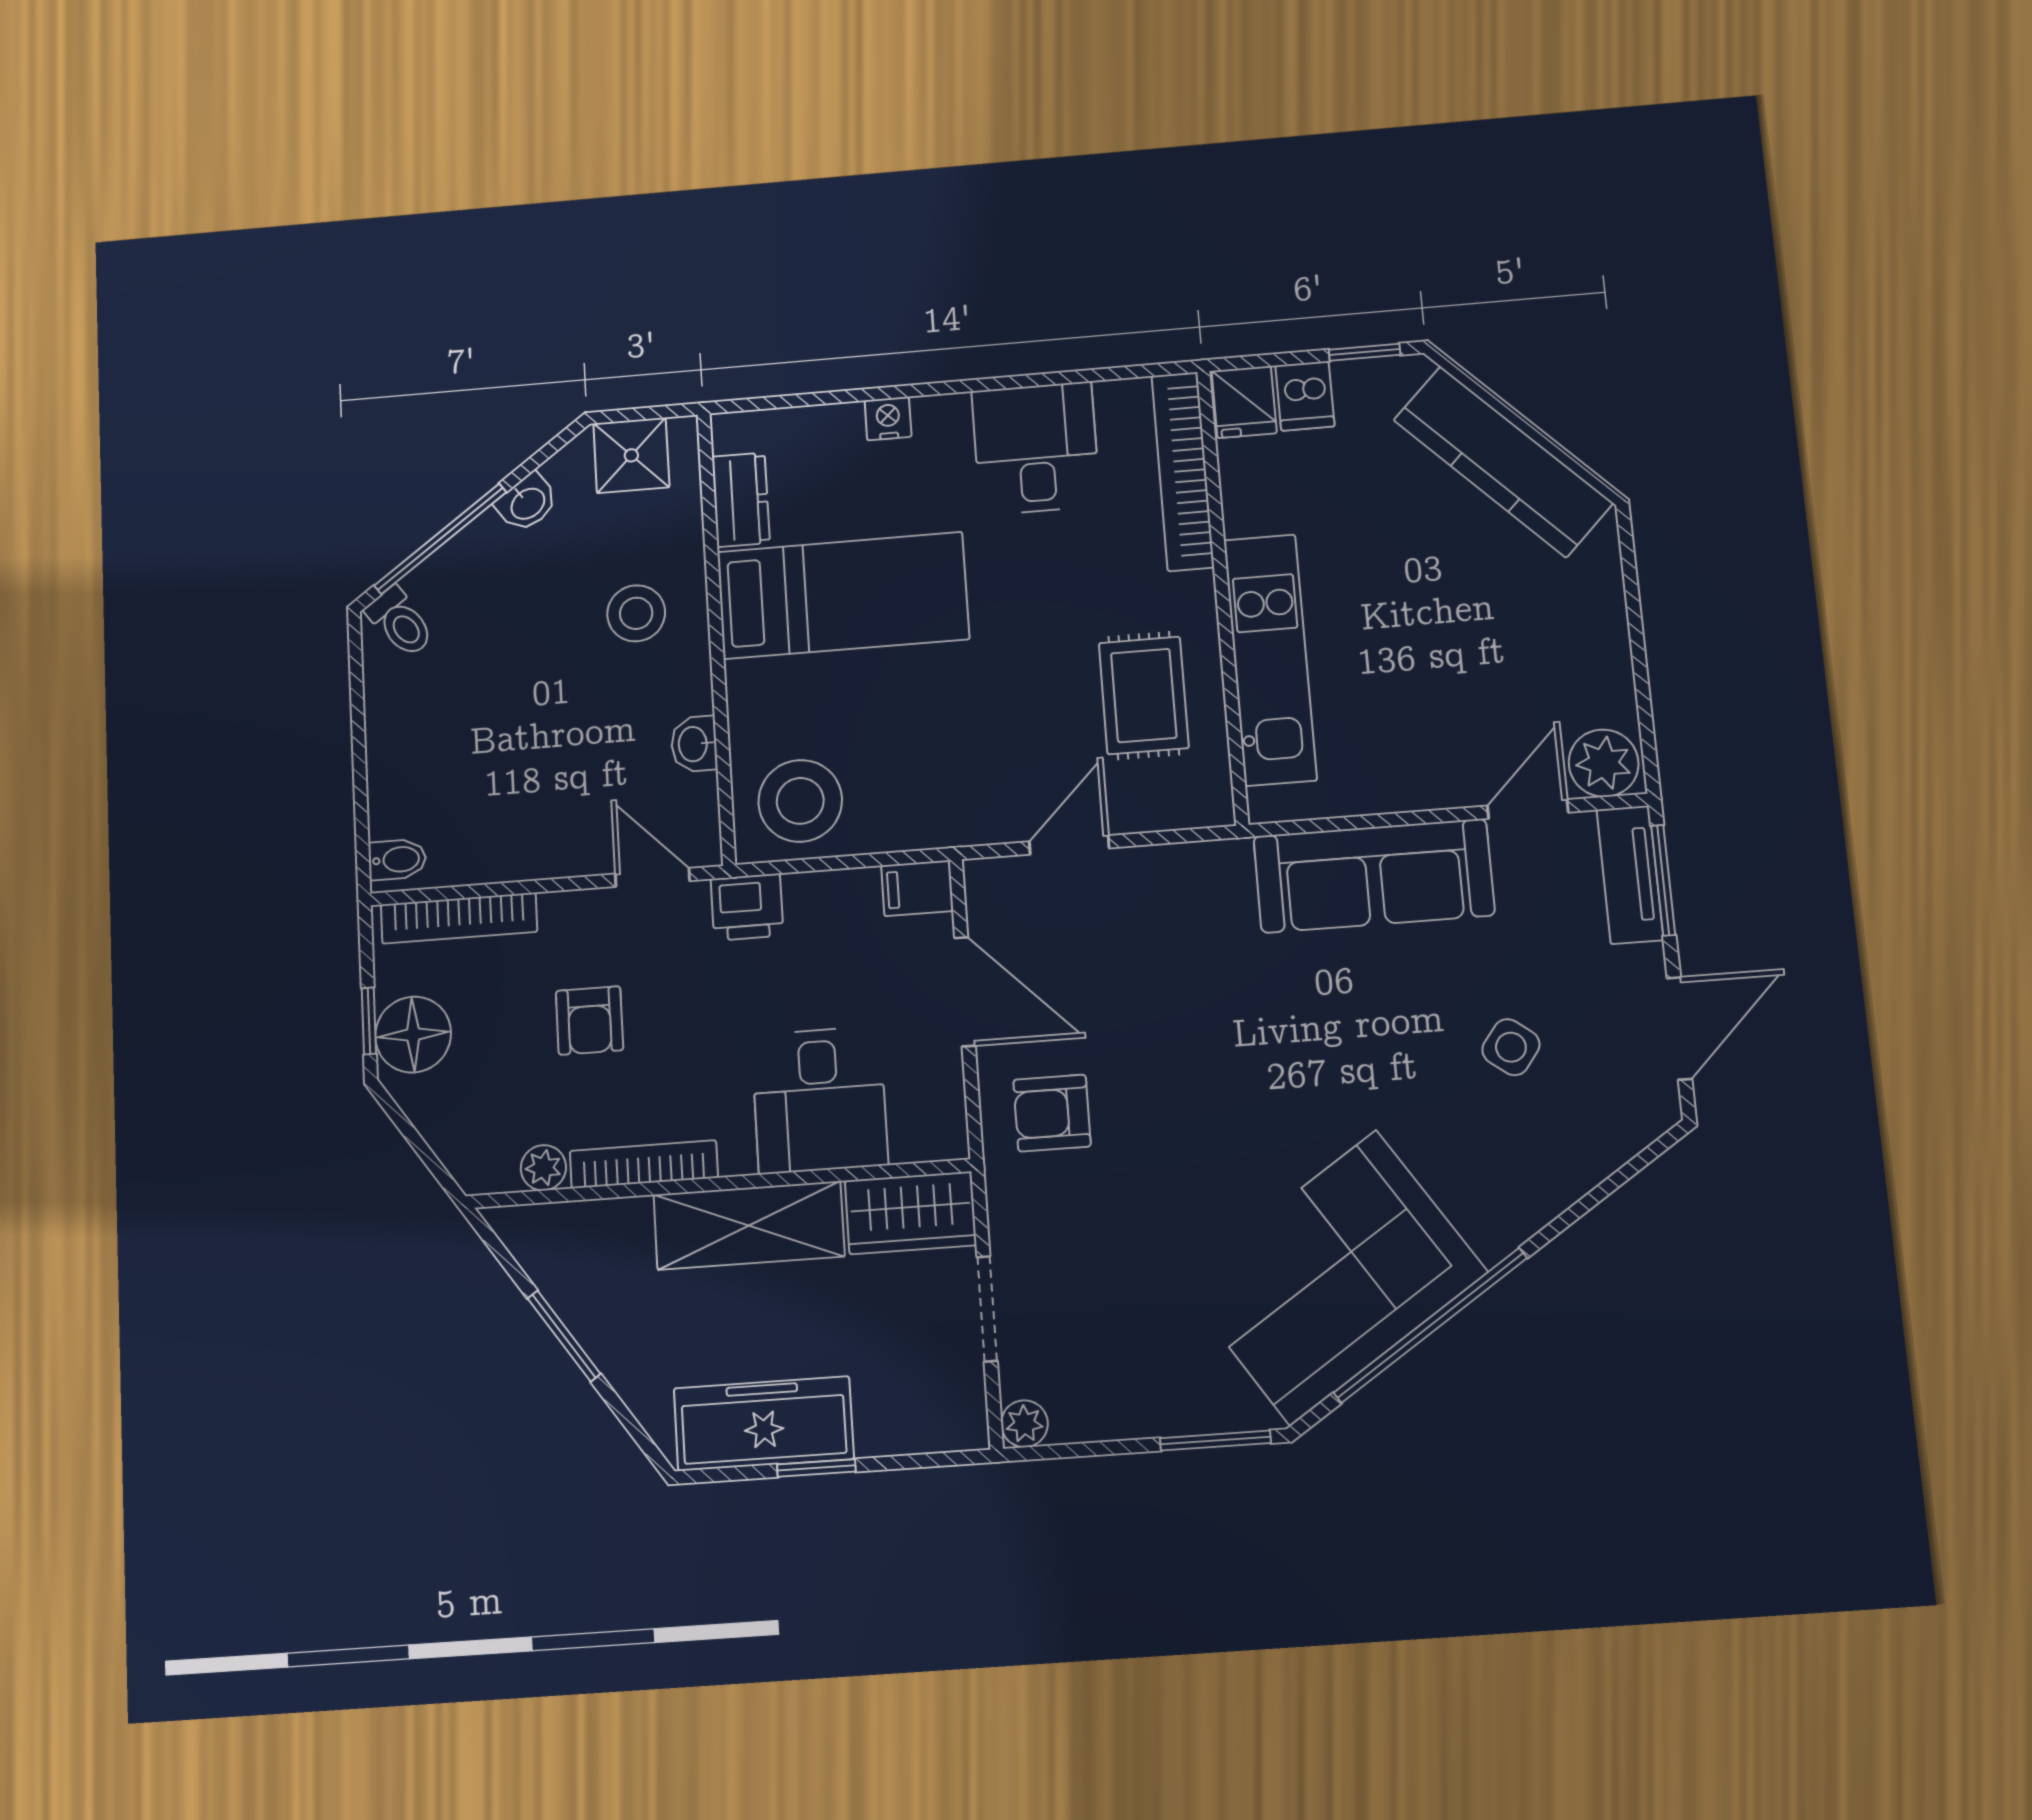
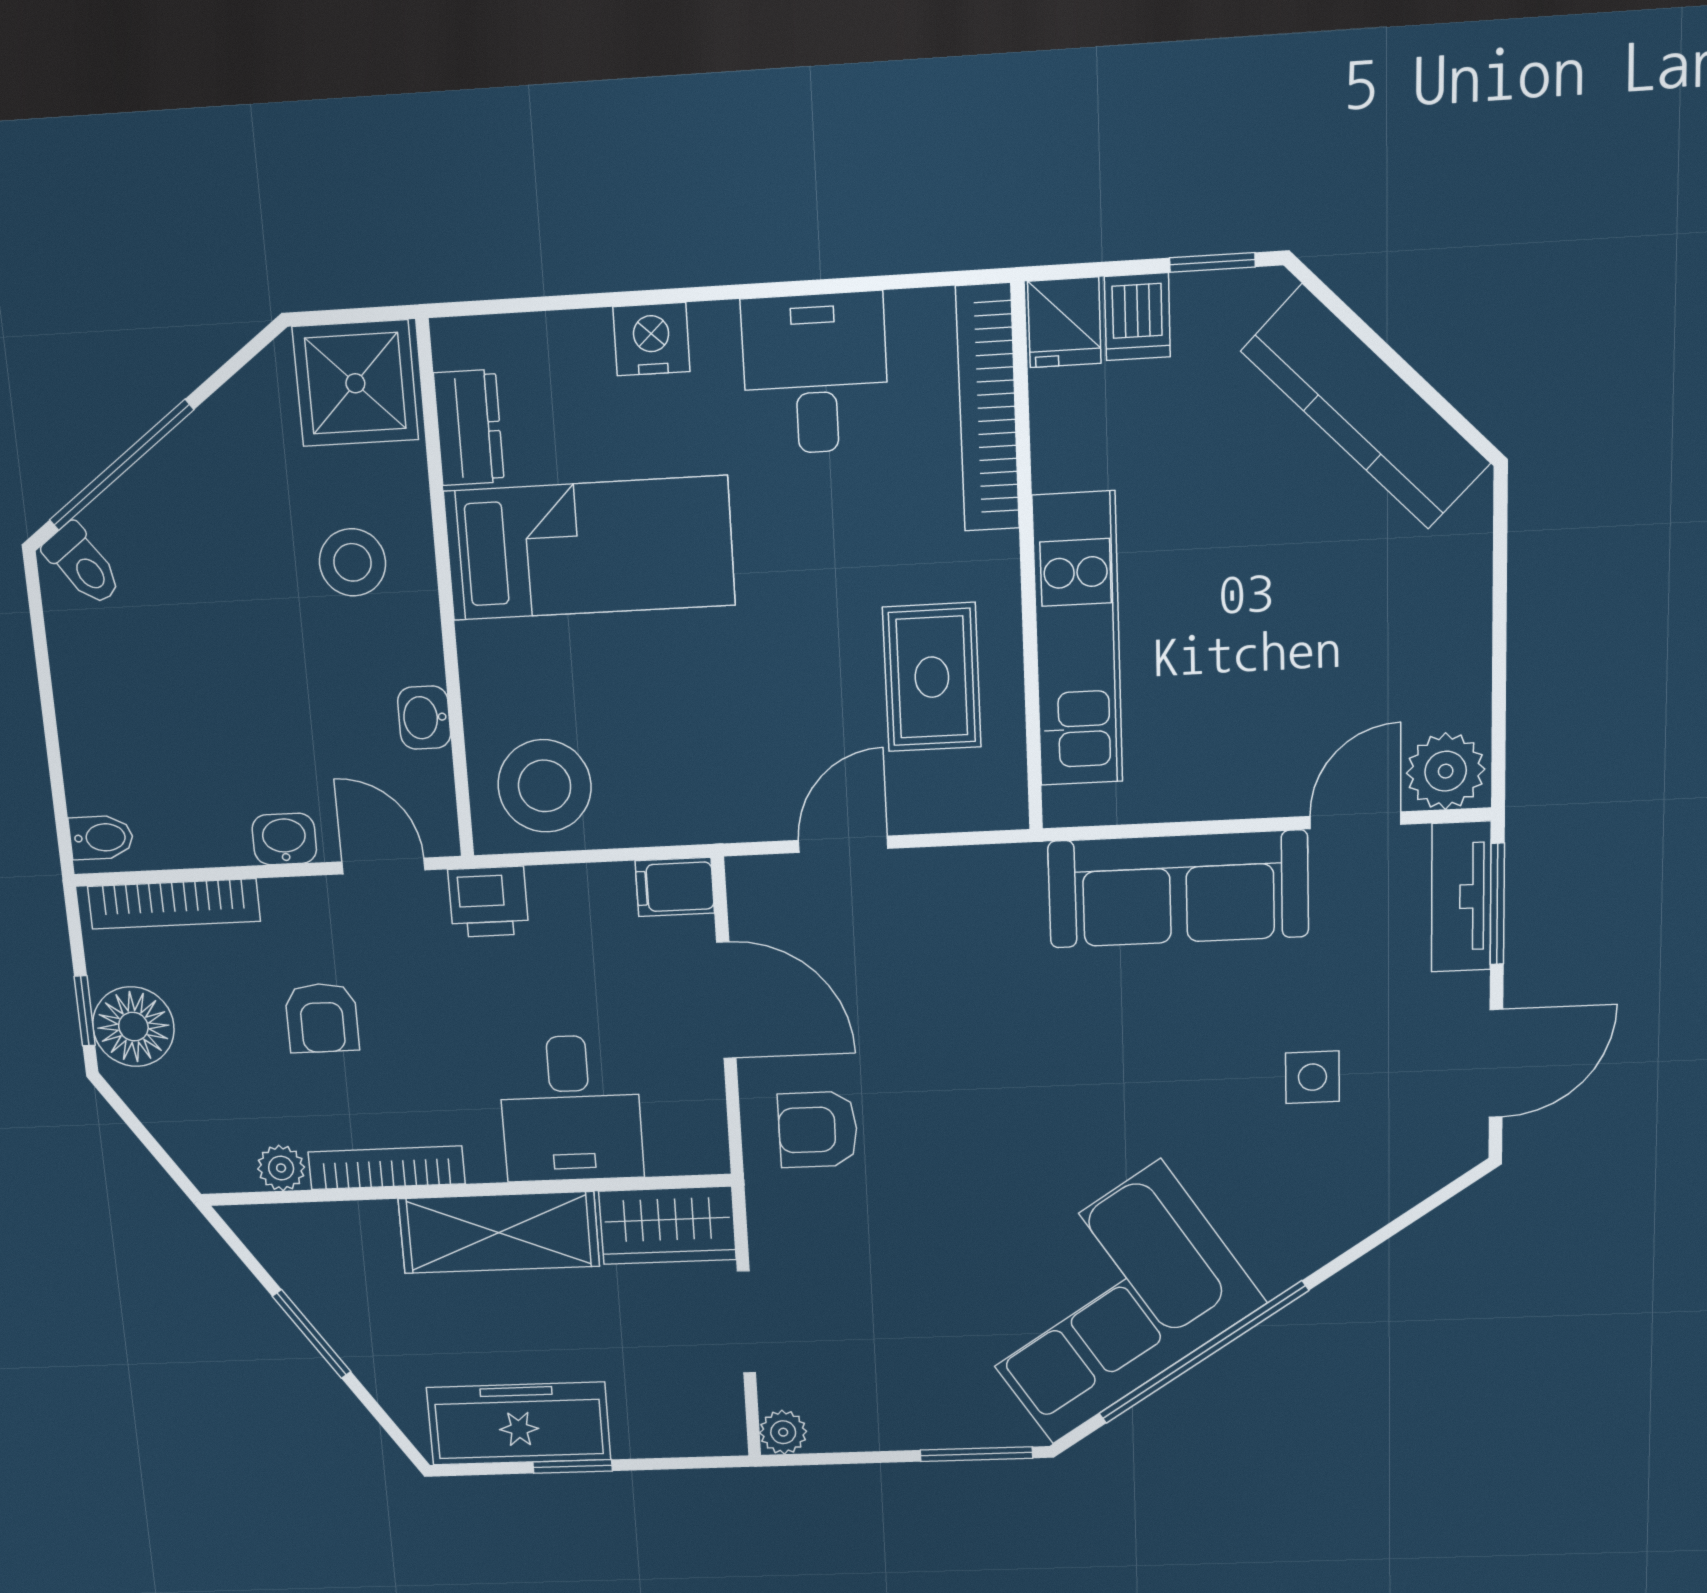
nightstand: (888, 419) -> (651, 339), width x1.39, depth x1.35
shower: (631, 455) -> (355, 383), width x1.36, depth x1.36
washbasin: (527, 503) -> (284, 839), moved, turned -144
side table: (1511, 1047) -> (1312, 1077), turned -37

